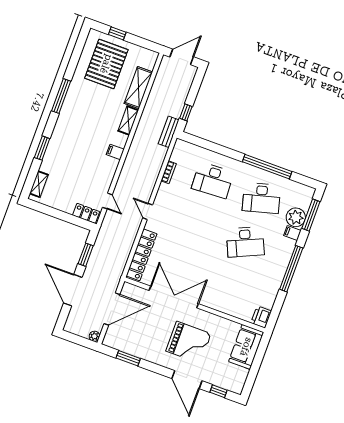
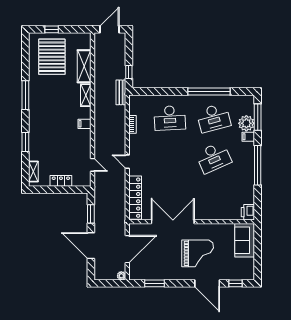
locker: (86, 213) -> (61, 181), moved

